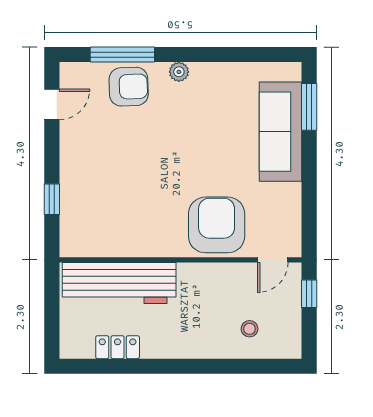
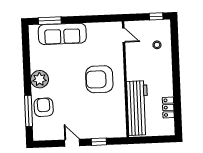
plant: (179, 72) -> (40, 79), width x1.88, depth x1.88
door: (52, 104) -> (72, 143), moved
armchair: (217, 225) -> (99, 79), moved
window: (309, 294) -> (156, 16), moved

